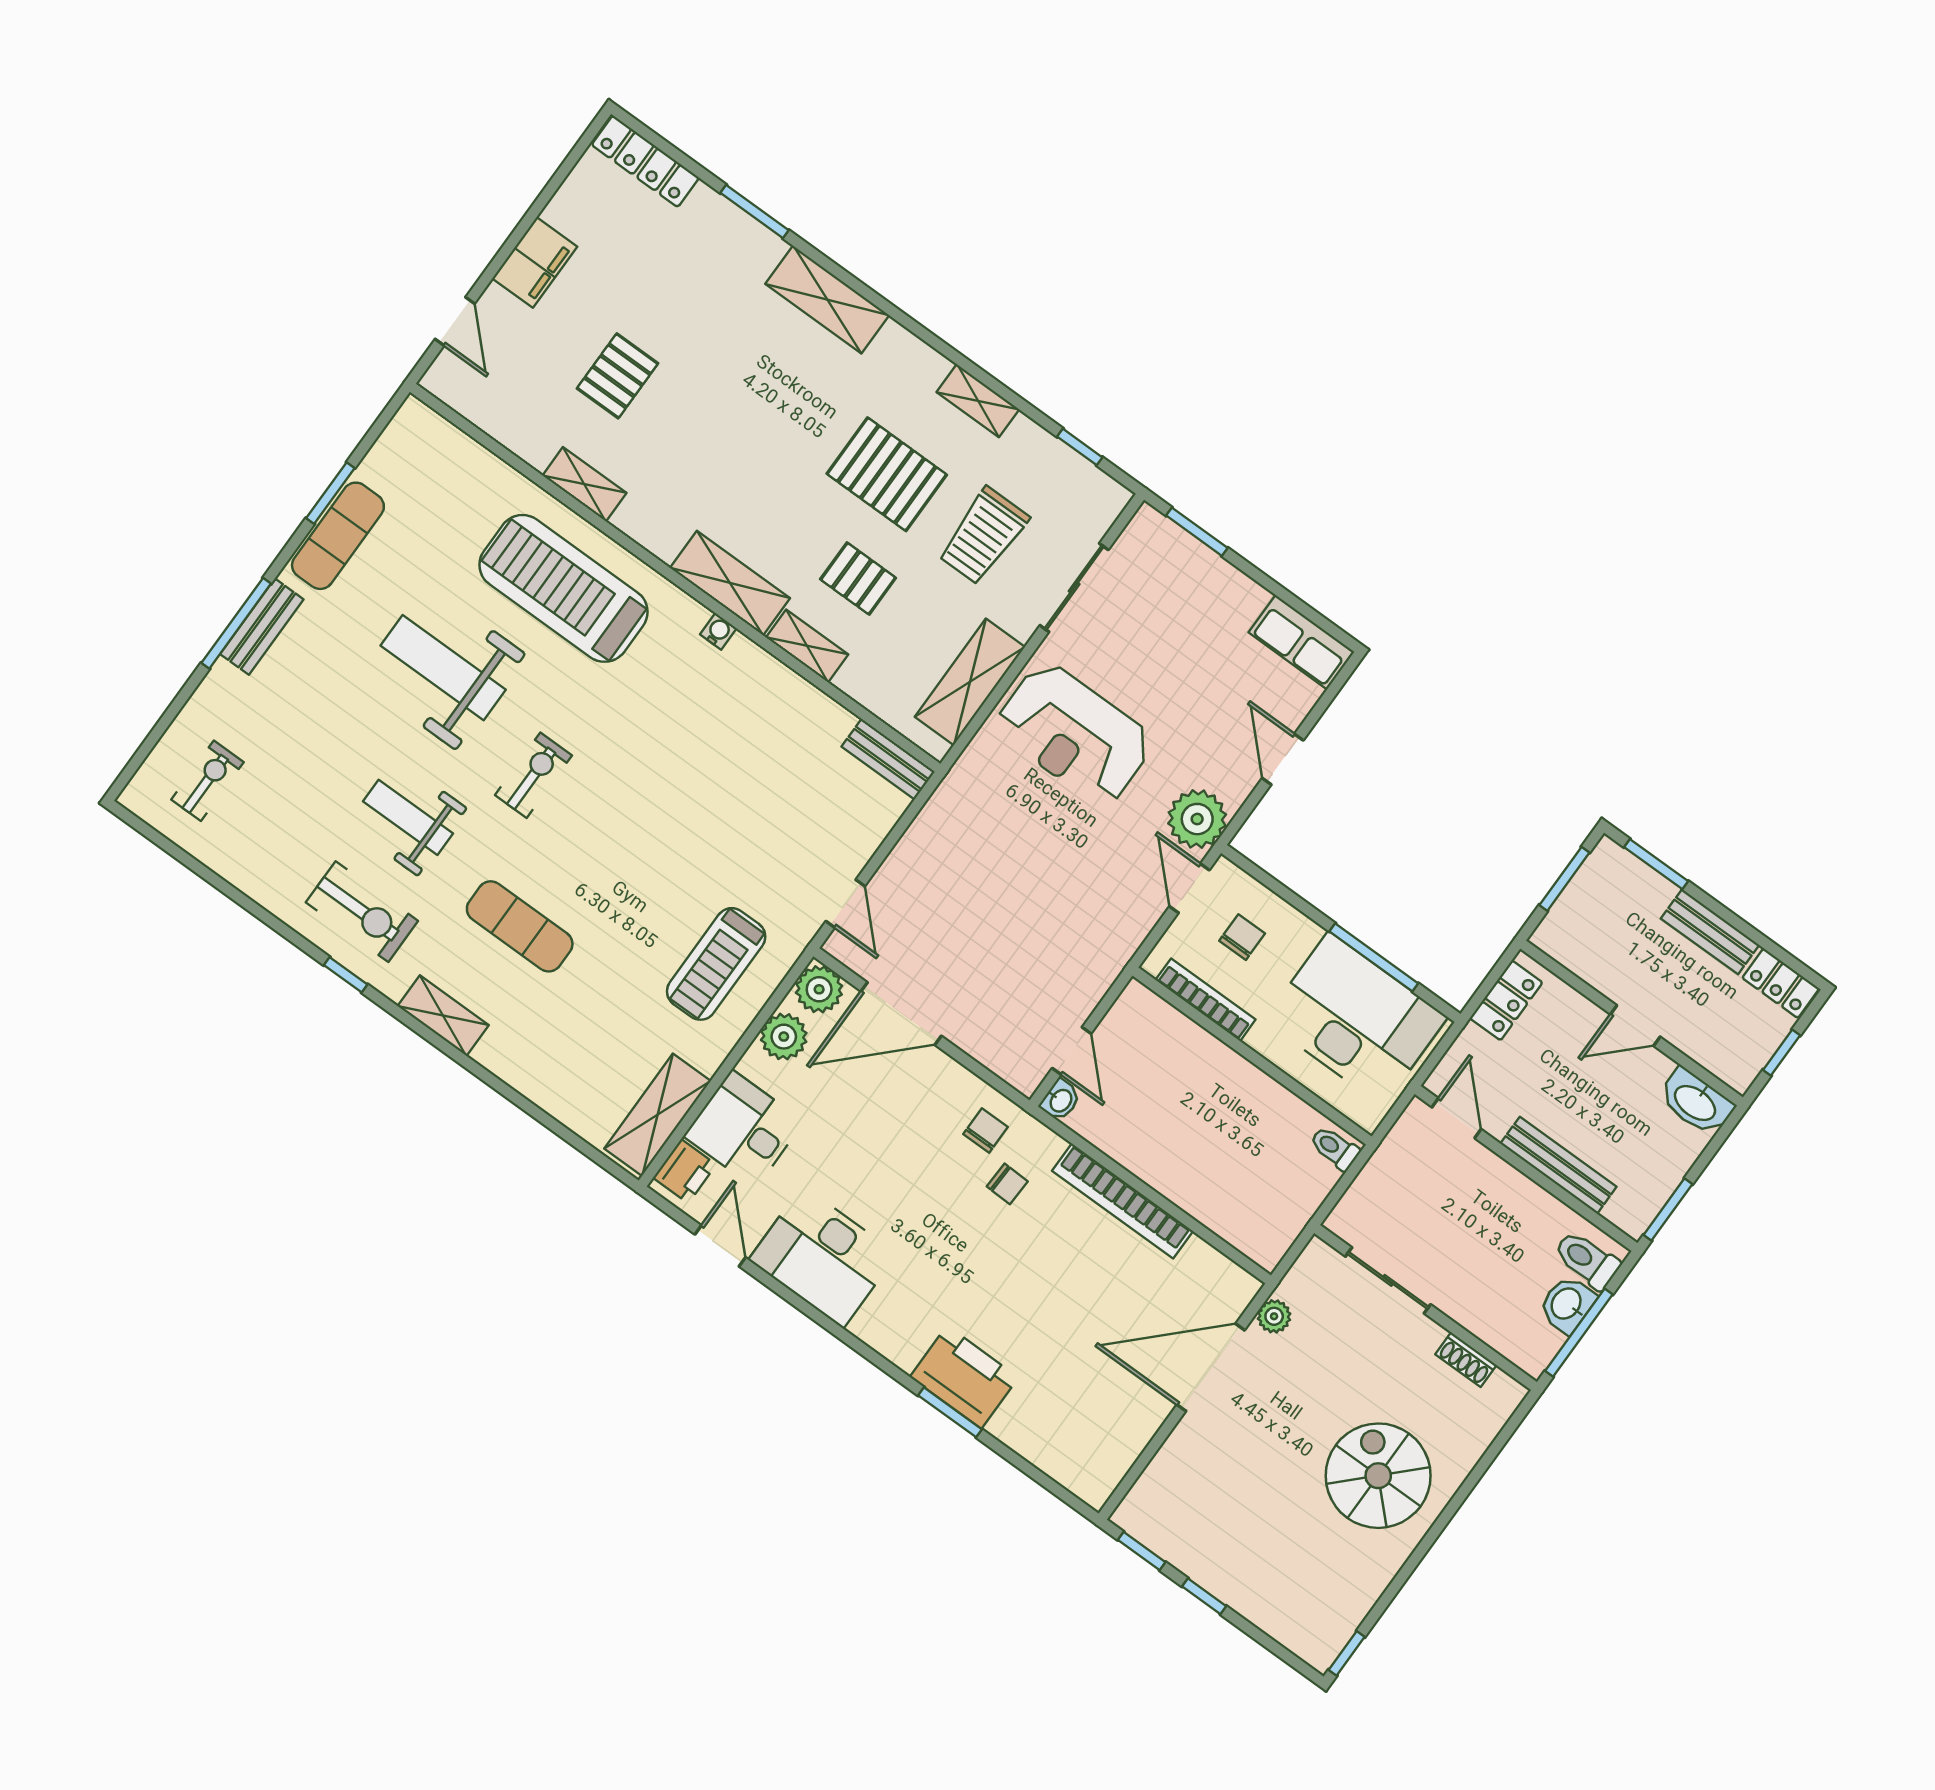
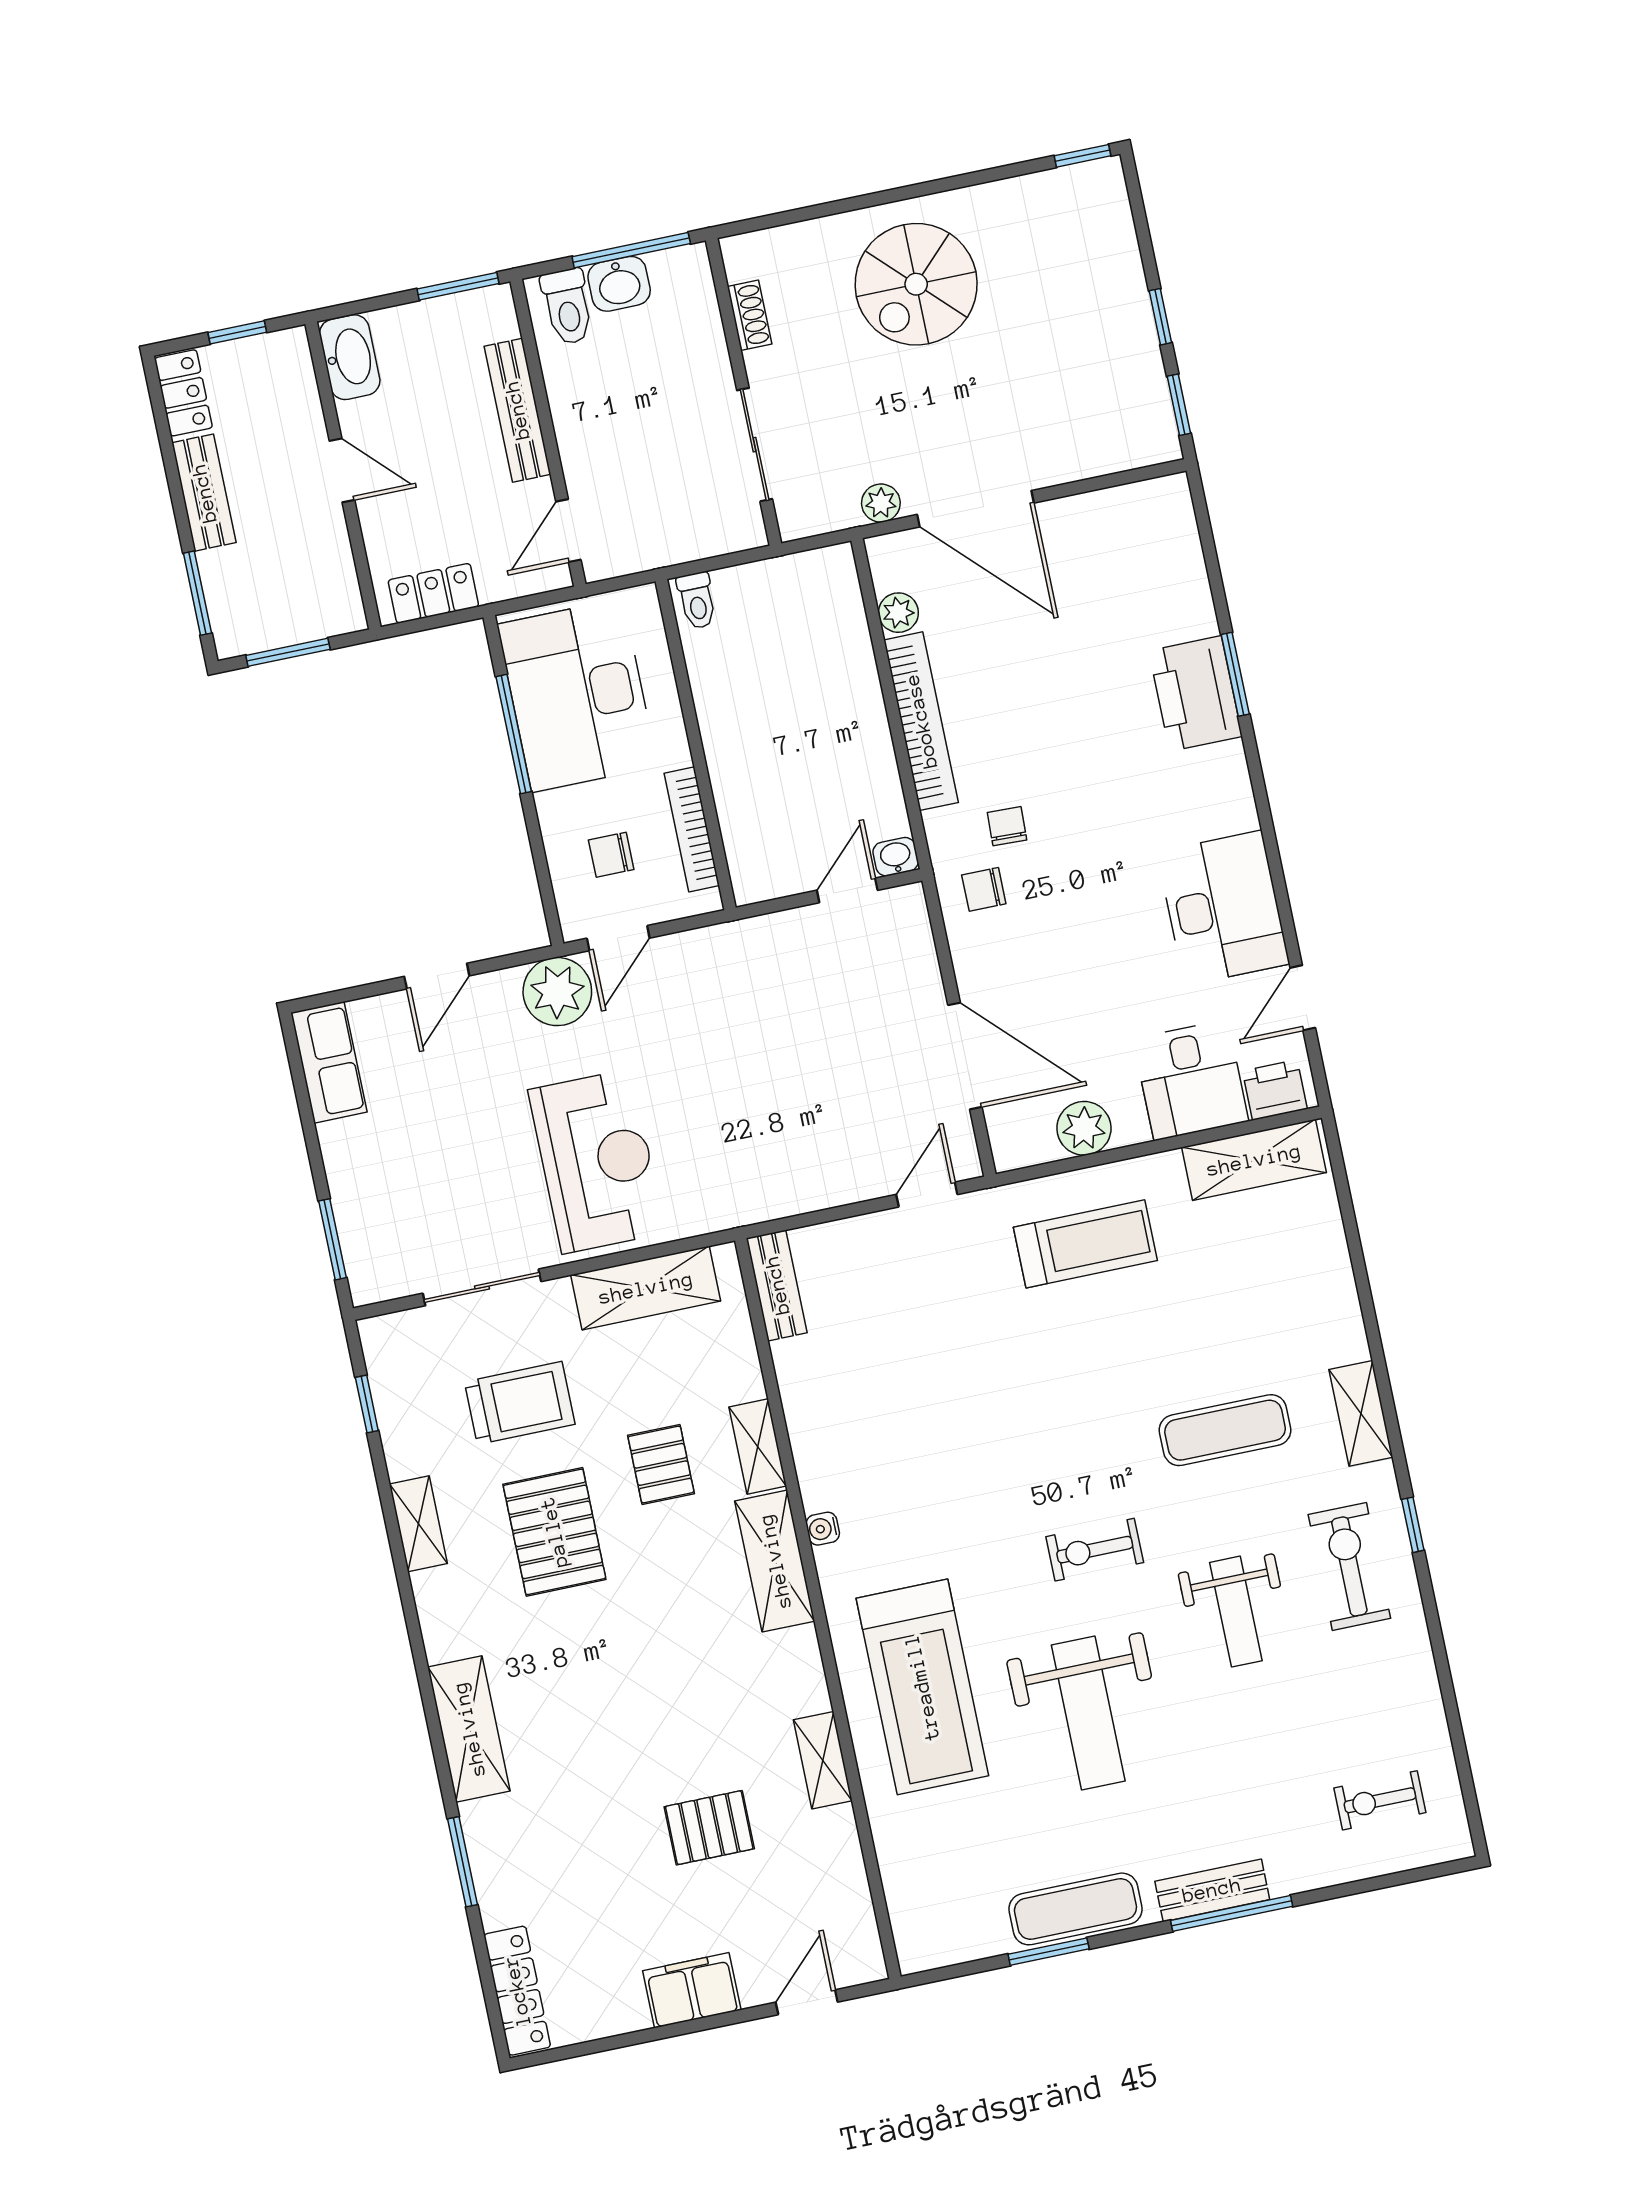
exercise mat: (520, 926) -> (1225, 1430), turned 90
plant: (819, 989) -> (898, 613), moved, width x0.73, depth x0.73

